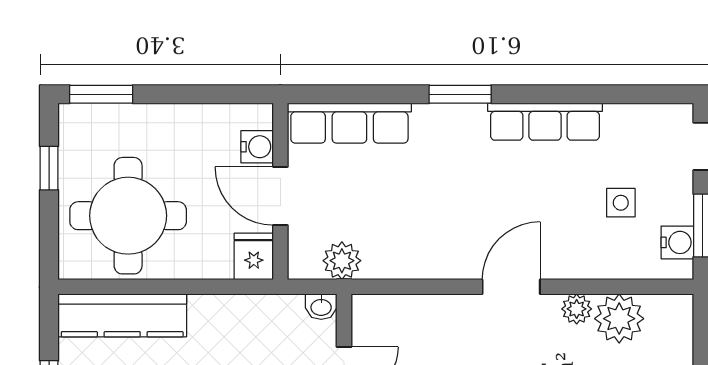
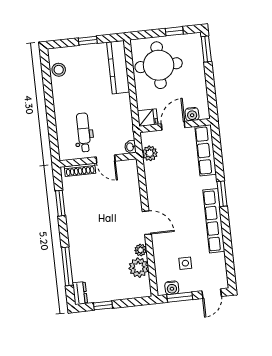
row of seats: (545, 122) -> (214, 221), width x1.36

